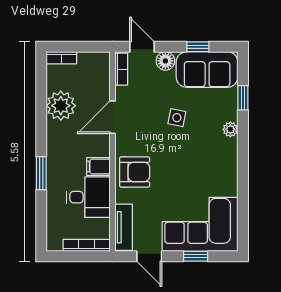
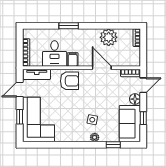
side table: (177, 118) -> (92, 120), moved
armchair: (135, 172) -> (69, 81), turned -90

